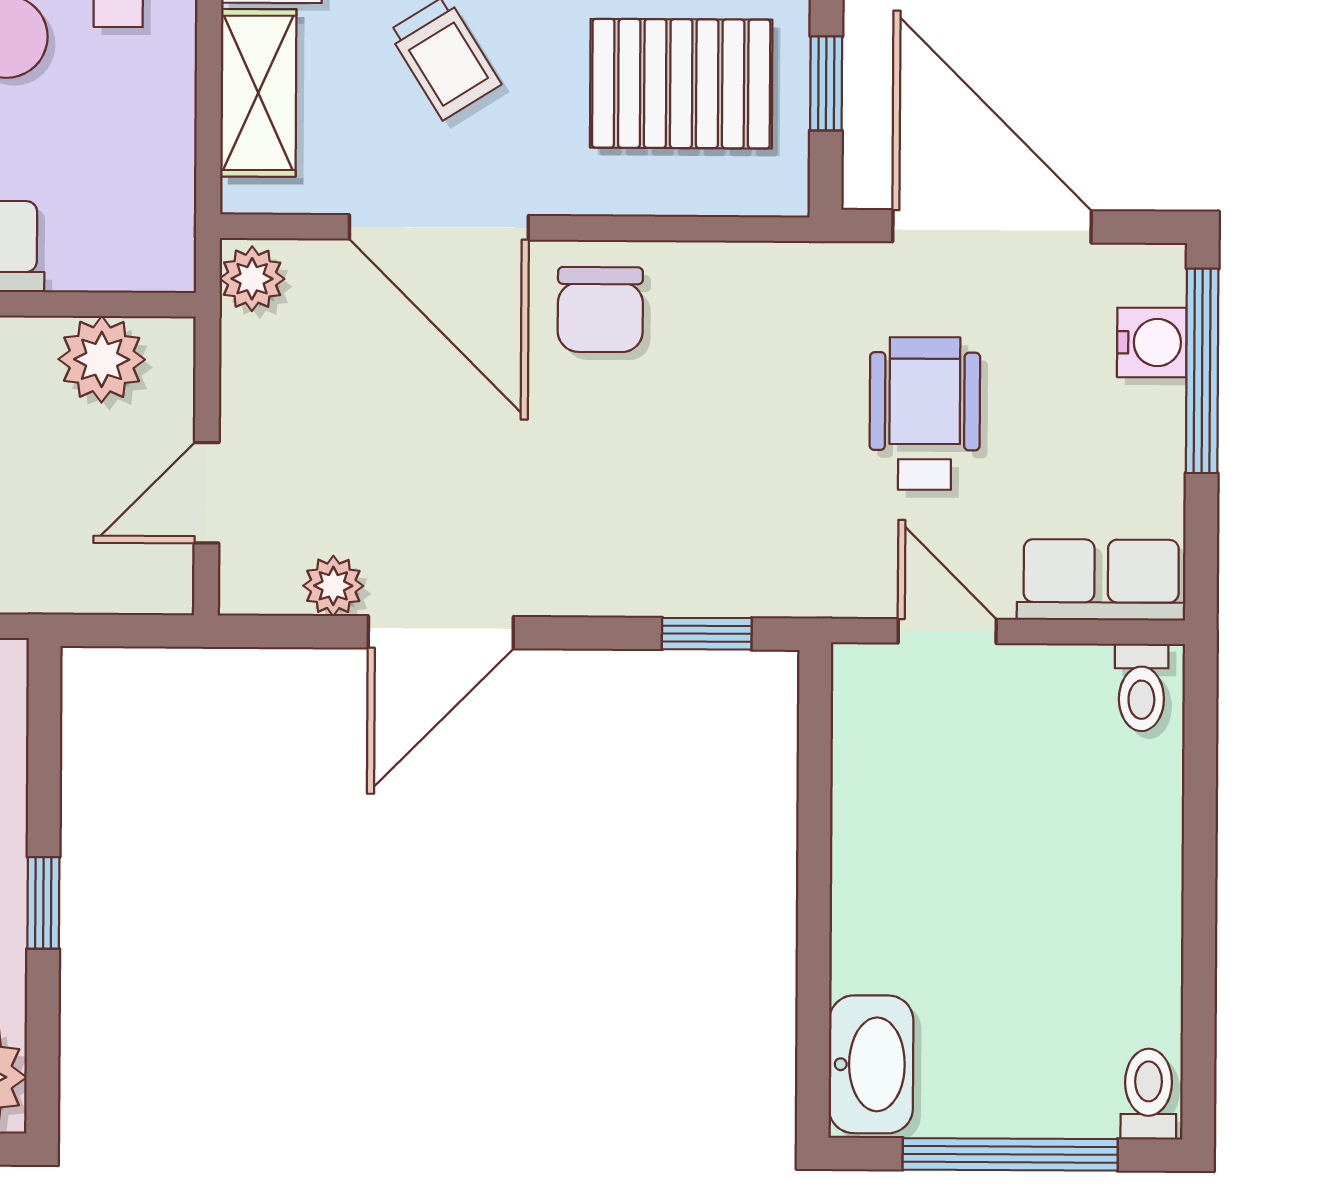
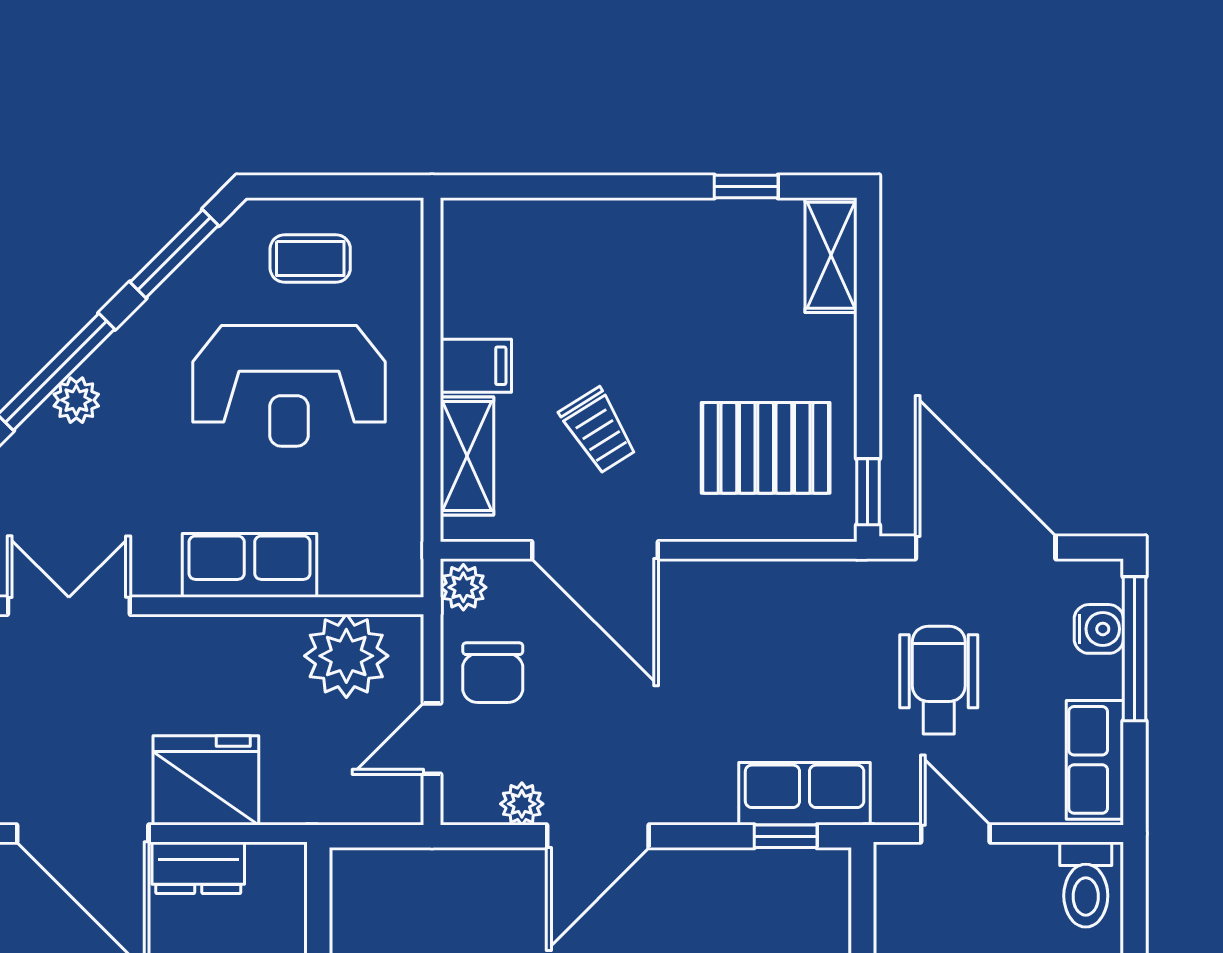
window: (826, 83) -> (868, 492), moved
chair: (600, 310) -> (493, 673), moved
plant: (102, 359) -> (346, 656), width x1.36, depth x1.36
row of seats: (734, 574) -> (805, 794), added
row of seats: (1101, 580) -> (1095, 760), moved, turned -90
toilet: (1141, 688) -> (1086, 885), width x1.37, depth x1.39

